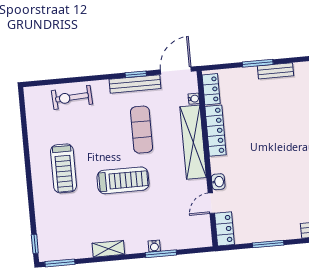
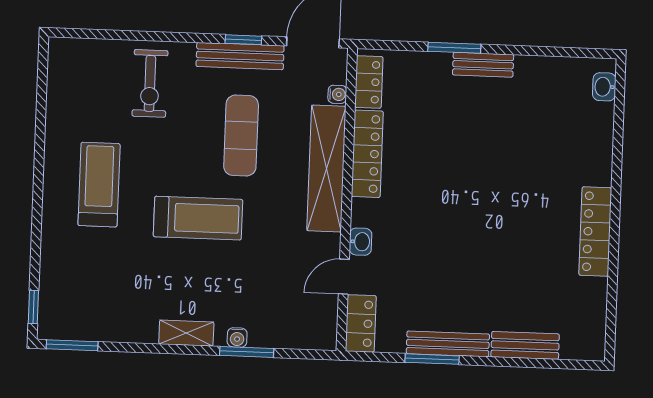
exercise bike: (72, 97) -> (150, 83), moved, turned -87
treadmill: (63, 168) -> (99, 185), turned 180
bench: (276, 234) -> (448, 344), added
shelving: (108, 249) -> (186, 333), moved

